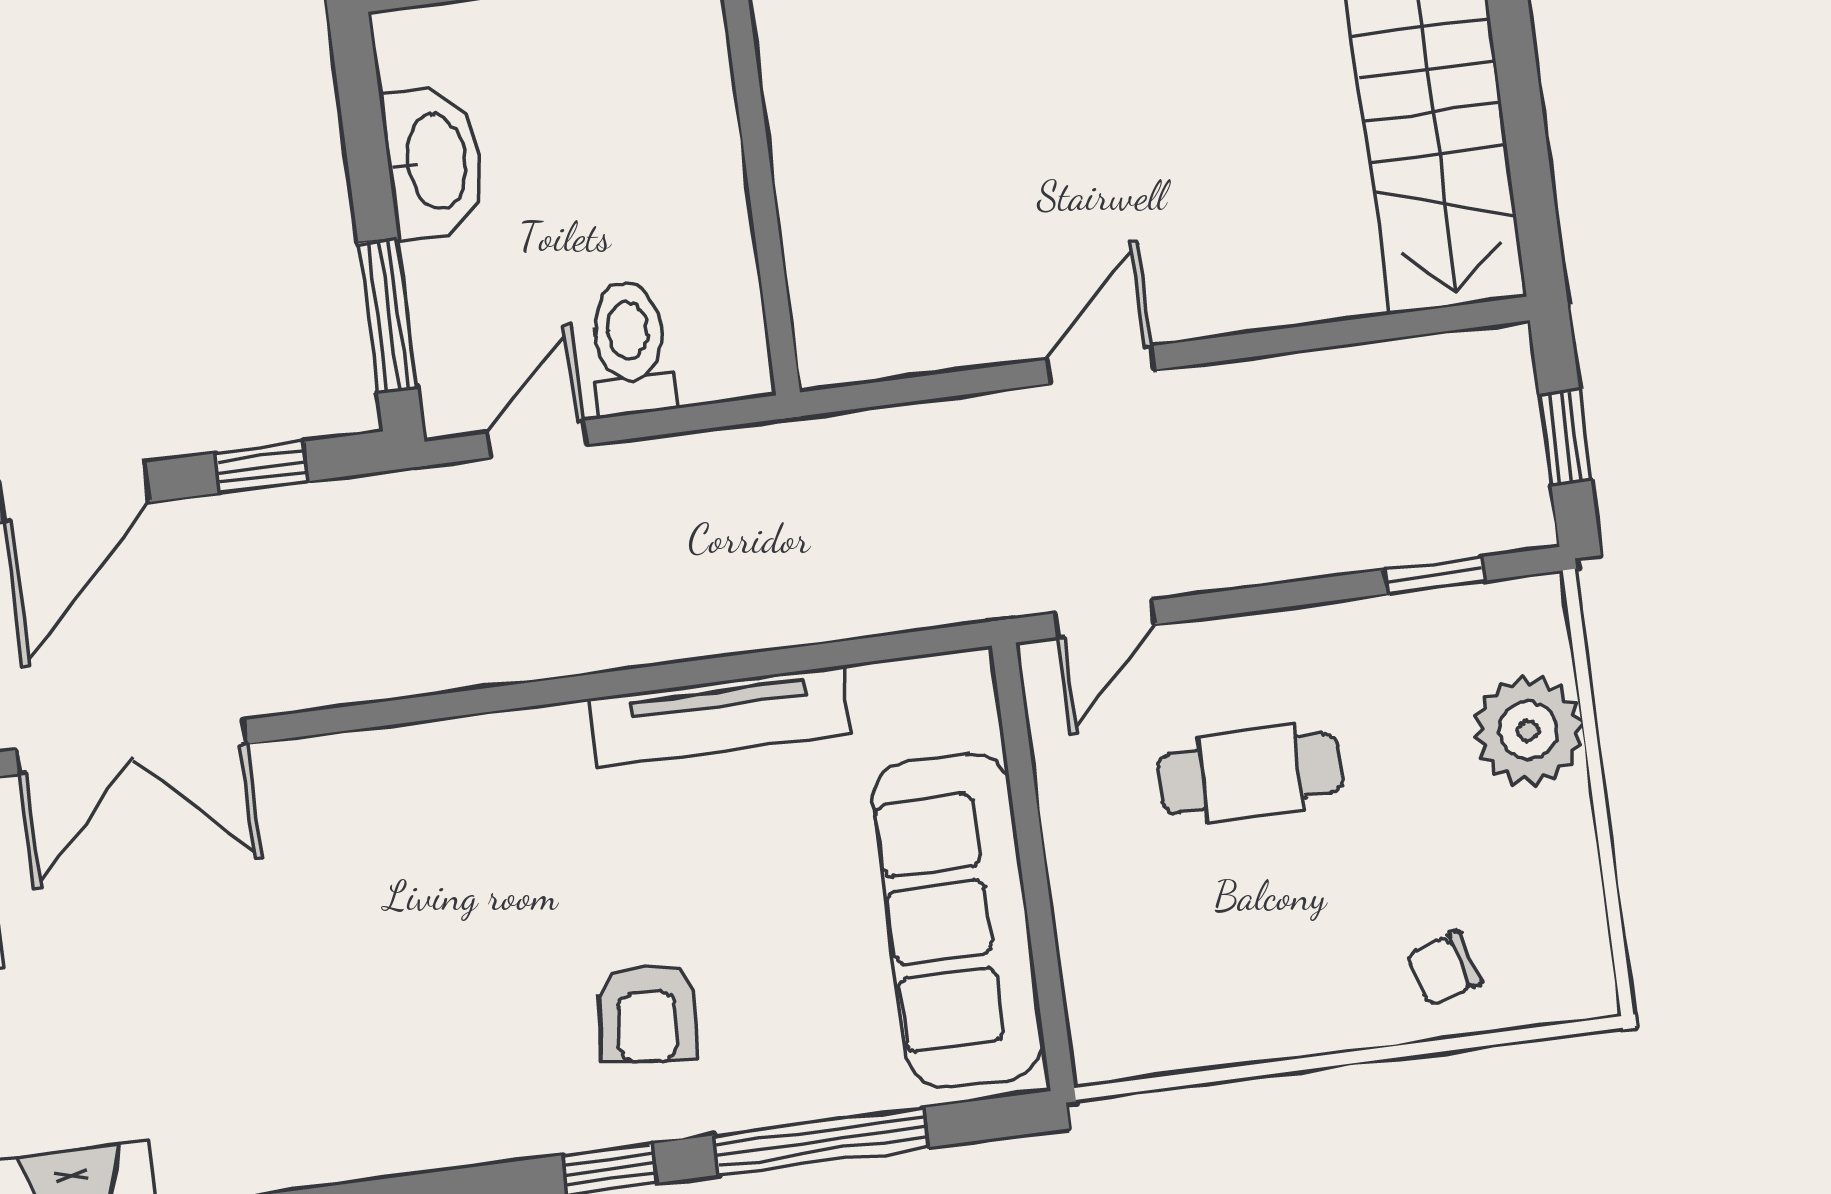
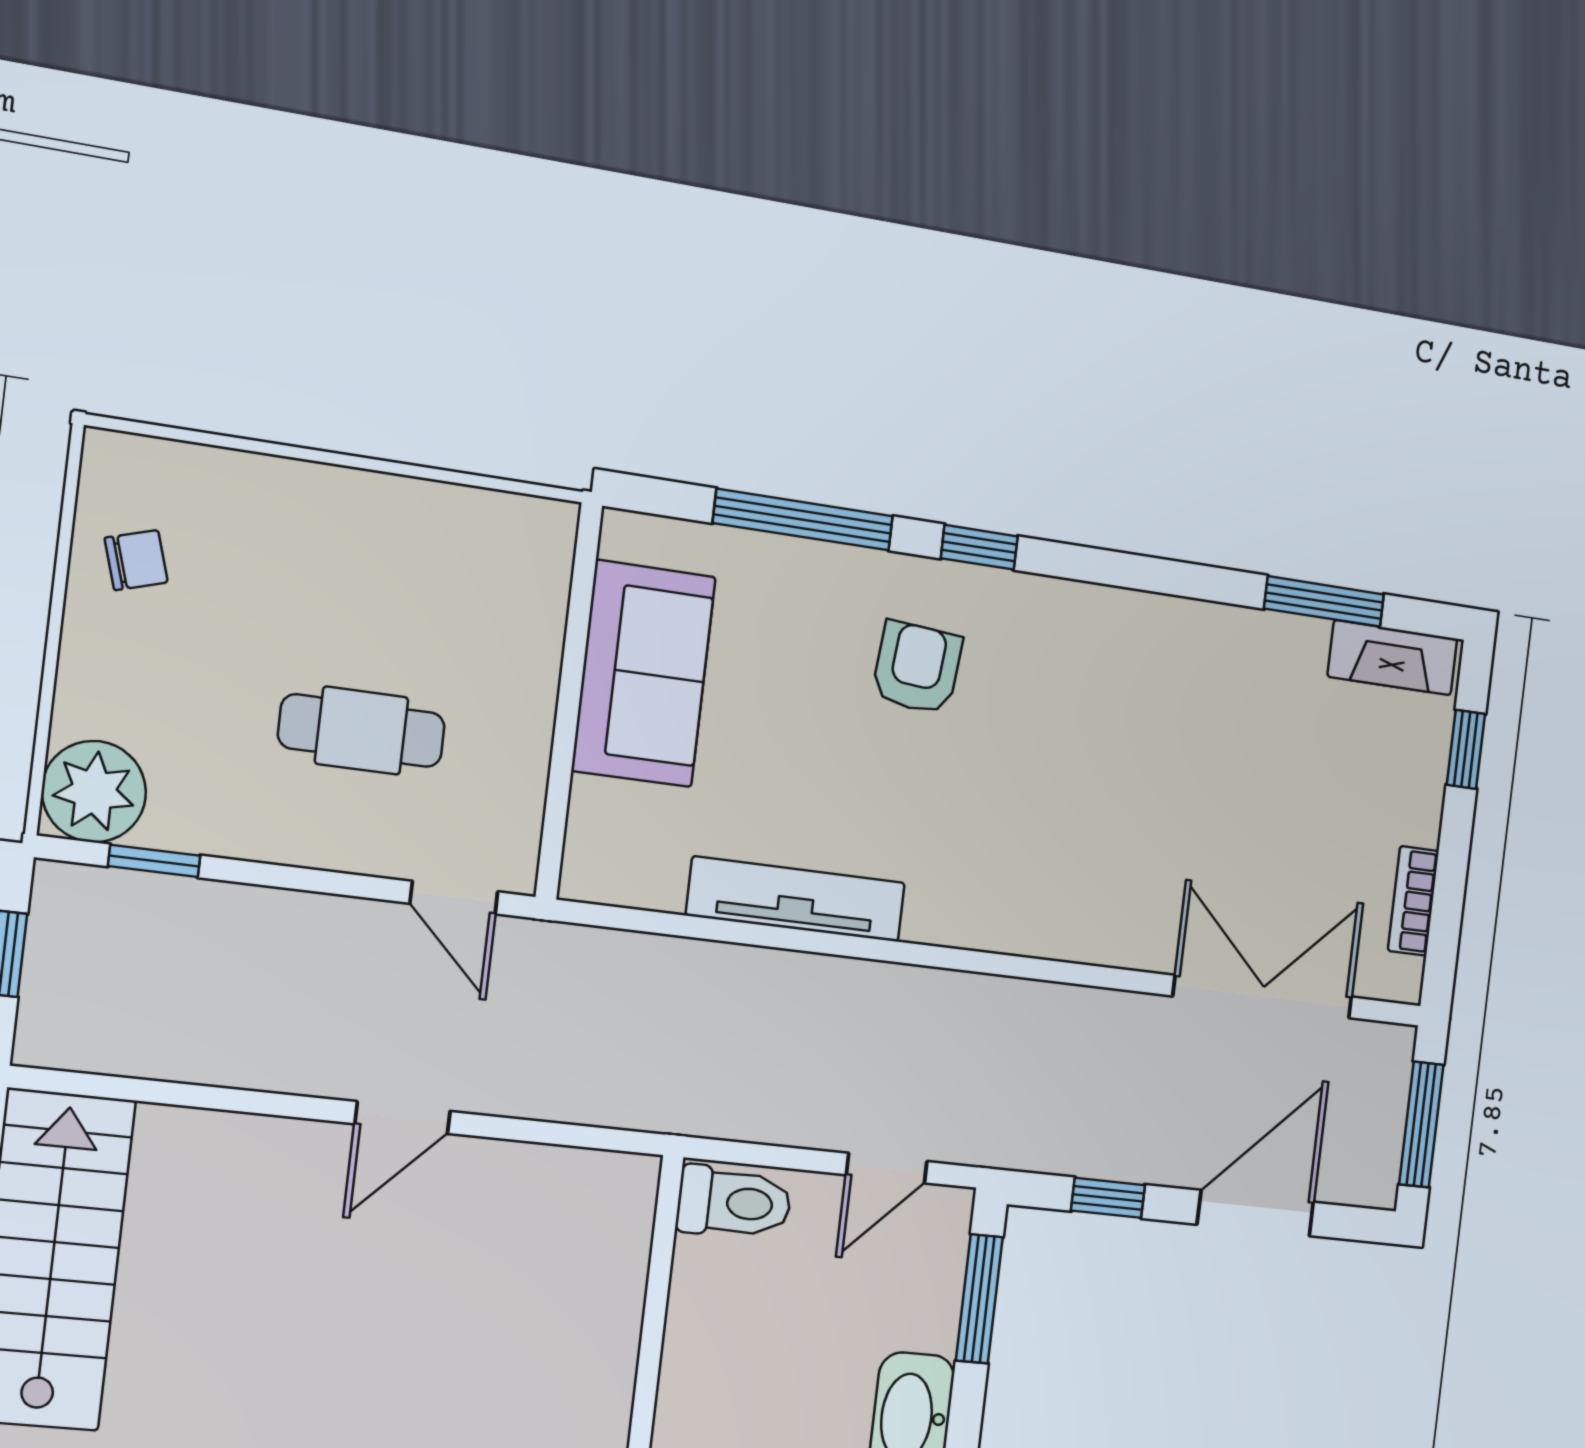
toilet: (630, 348) -> (734, 1203), moved, turned -90
door: (1105, 619) -> (454, 898), swing flipped
plant: (1528, 730) -> (94, 792), moved
sofa: (958, 920) -> (644, 674), width x0.73
chair: (1444, 969) -> (136, 560), moved

